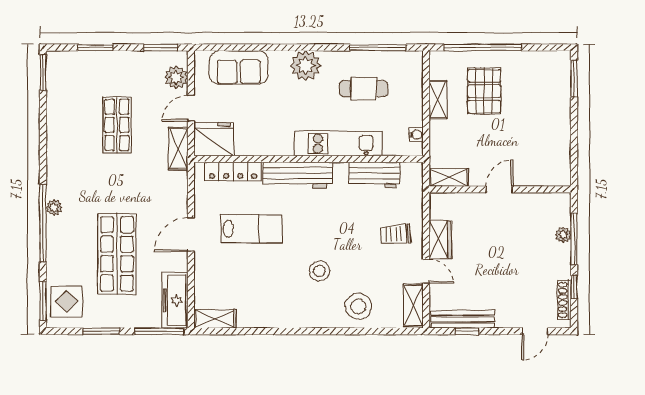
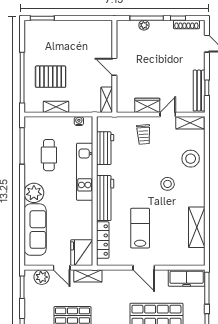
sofa: (239, 67) -> (35, 230), width x1.36
shelving: (215, 319) -> (197, 227), moved, width x1.50, depth x1.33

